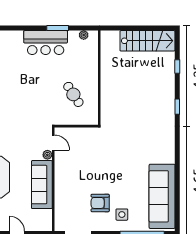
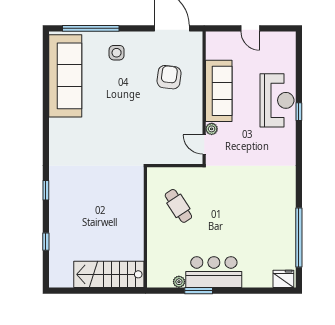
plant: (84, 35) -> (179, 282), moved
stairs: (147, 41) -> (109, 274), moved
armchair: (100, 203) -> (169, 77), moved, turned -83

